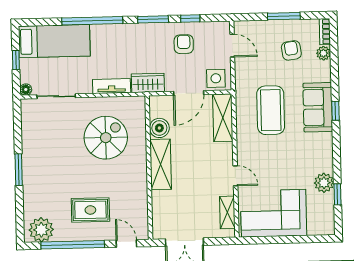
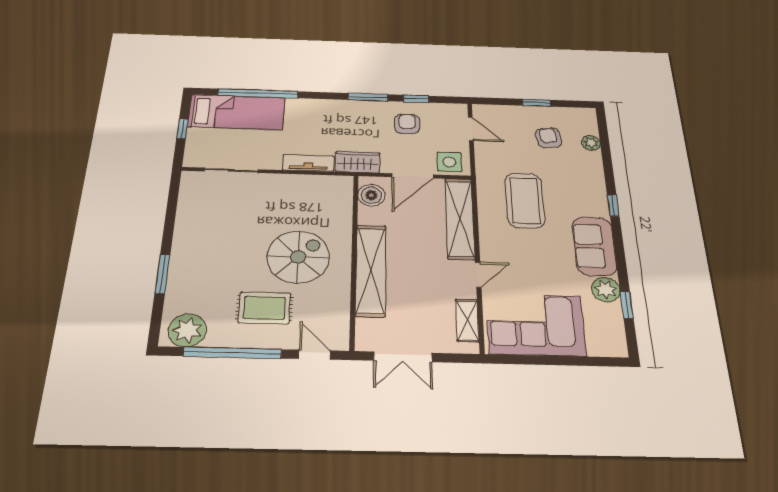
window: (284, 16) -> (536, 103), width x0.67
window: (92, 21) -> (258, 93), moved
bookcase: (325, 32) -> (591, 121), removed
floor lamp: (26, 89) -> (191, 161), removed
sofa: (318, 107) -> (594, 246), moved
shelving: (223, 118) -> (460, 218), width x1.47
boiler: (159, 128) -> (371, 195), moved
spiral stairs: (106, 138) -> (298, 257), moved
shelving: (161, 164) -> (371, 270), width x1.47
window: (19, 170) -> (162, 274), moved
door: (235, 176) -> (478, 275), hinge flipped

